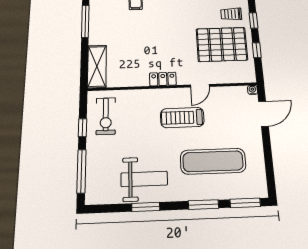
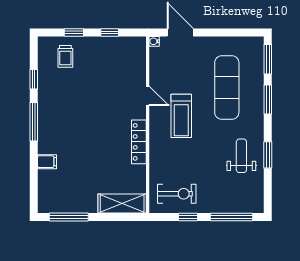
pallet: (222, 44) -> (101, 70), removed
locker: (163, 79) -> (139, 142), width x1.53
weight bench: (144, 179) -> (241, 156), width x0.73, depth x0.75

